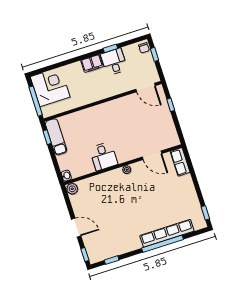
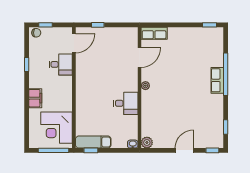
desk: (114, 62) -> (61, 64), moved, turned 180
filing cabinet: (92, 63) -> (35, 98), moved
corner desk: (50, 87) -> (57, 128), moved, turned -90
row of seats: (167, 233) -> (217, 80), width x0.50

